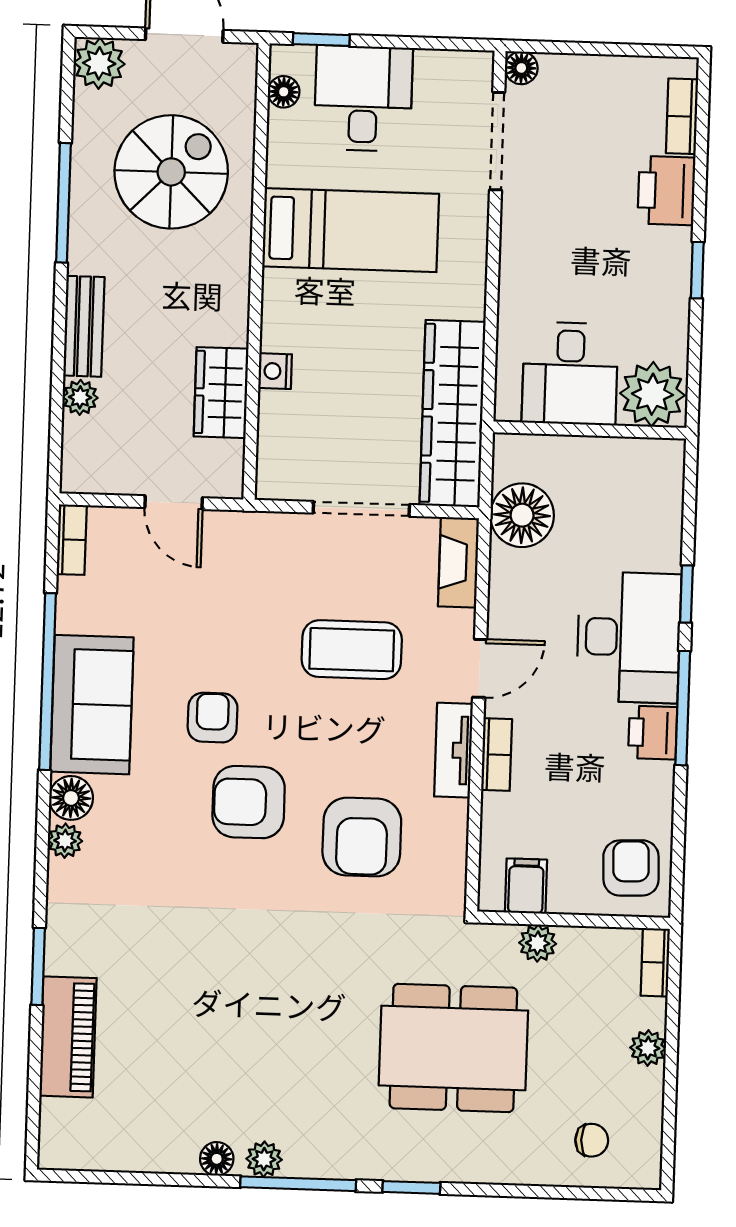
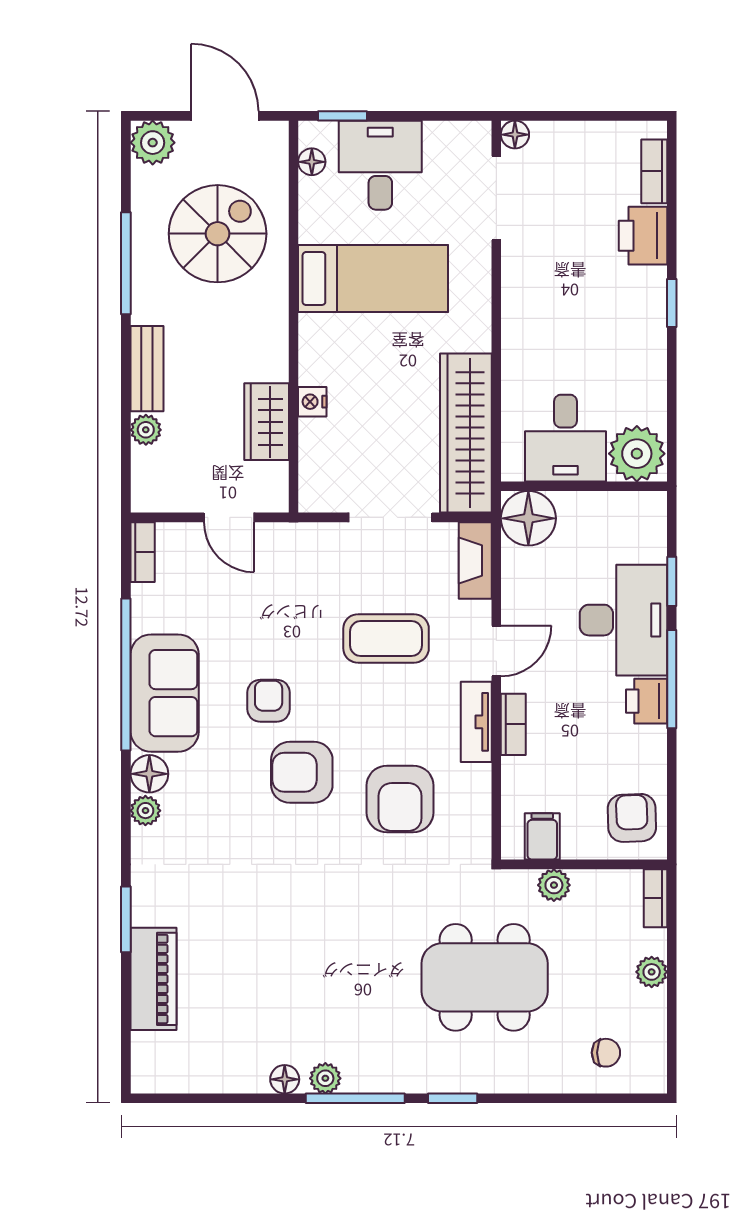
desk: (570, 373) -> (566, 438), moved
plant: (652, 394) -> (637, 454), moved
wall: (590, 430) -> (584, 486), moved

